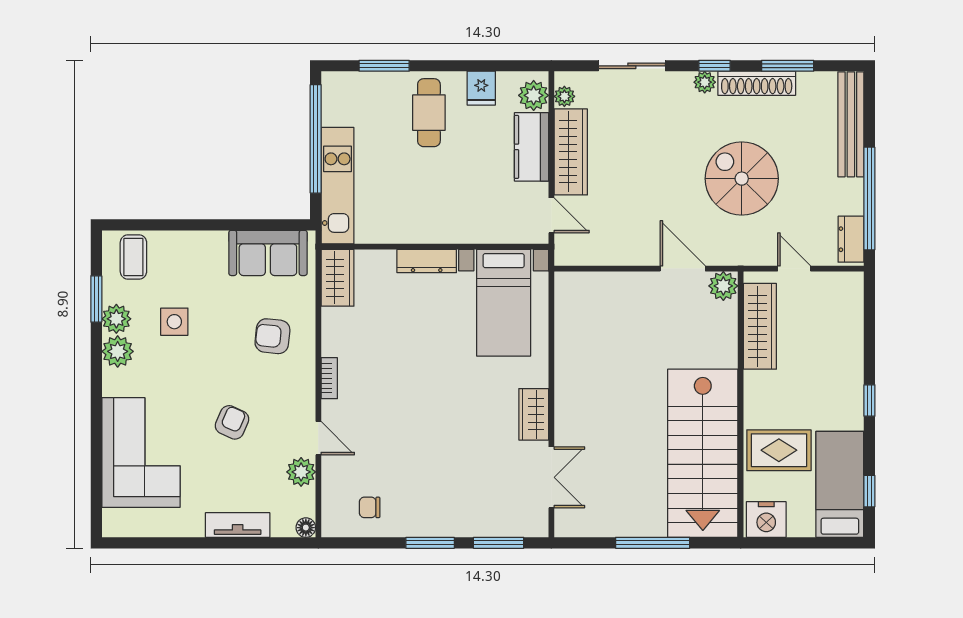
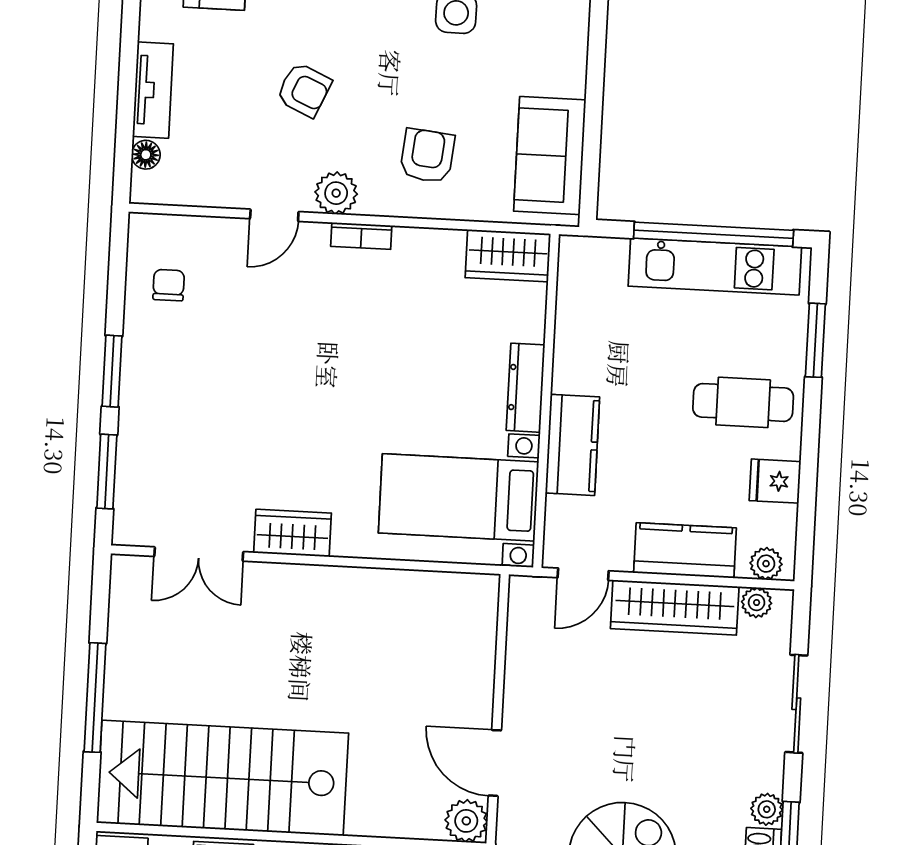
plant: (534, 95) -> (766, 564), width x0.73, depth x0.73
kitchen unit: (338, 186) -> (715, 267), moved
kitchen counter: (464, 227) -> (572, 445), added
door: (683, 269) -> (495, 763), swing flipped
plant: (301, 472) -> (336, 193), moved
floor lamp: (306, 528) -> (146, 155), moved

